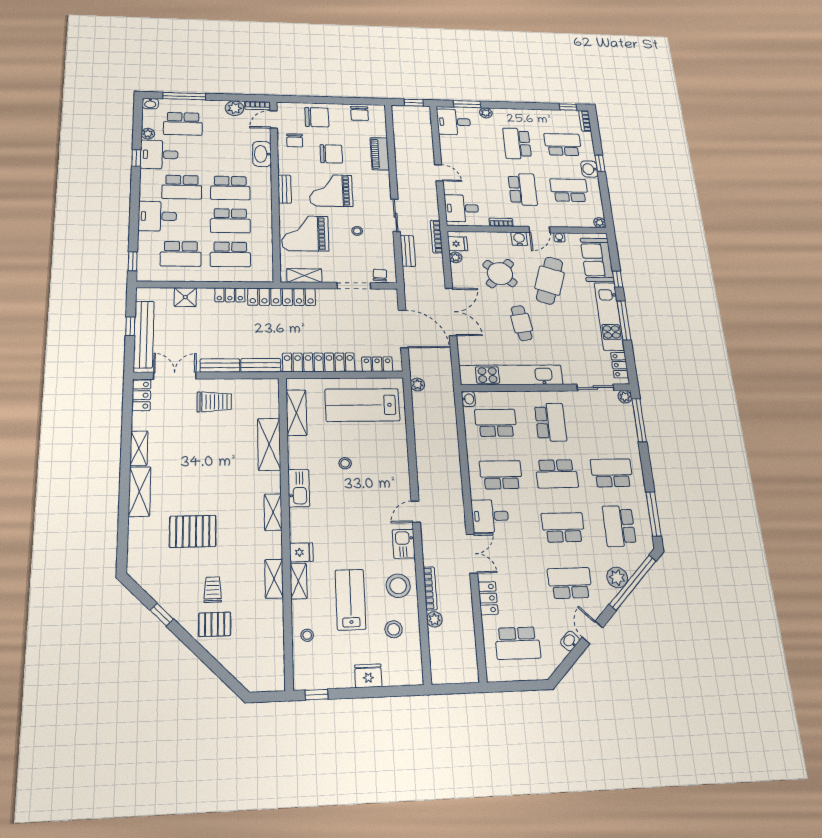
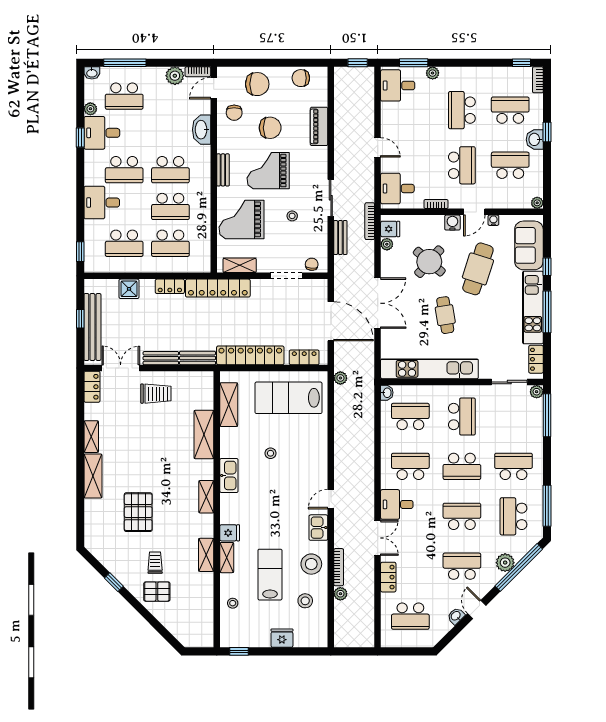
chair: (359, 113) -> (301, 78), turned 90
pallet: (193, 531) -> (138, 512), turned 90

